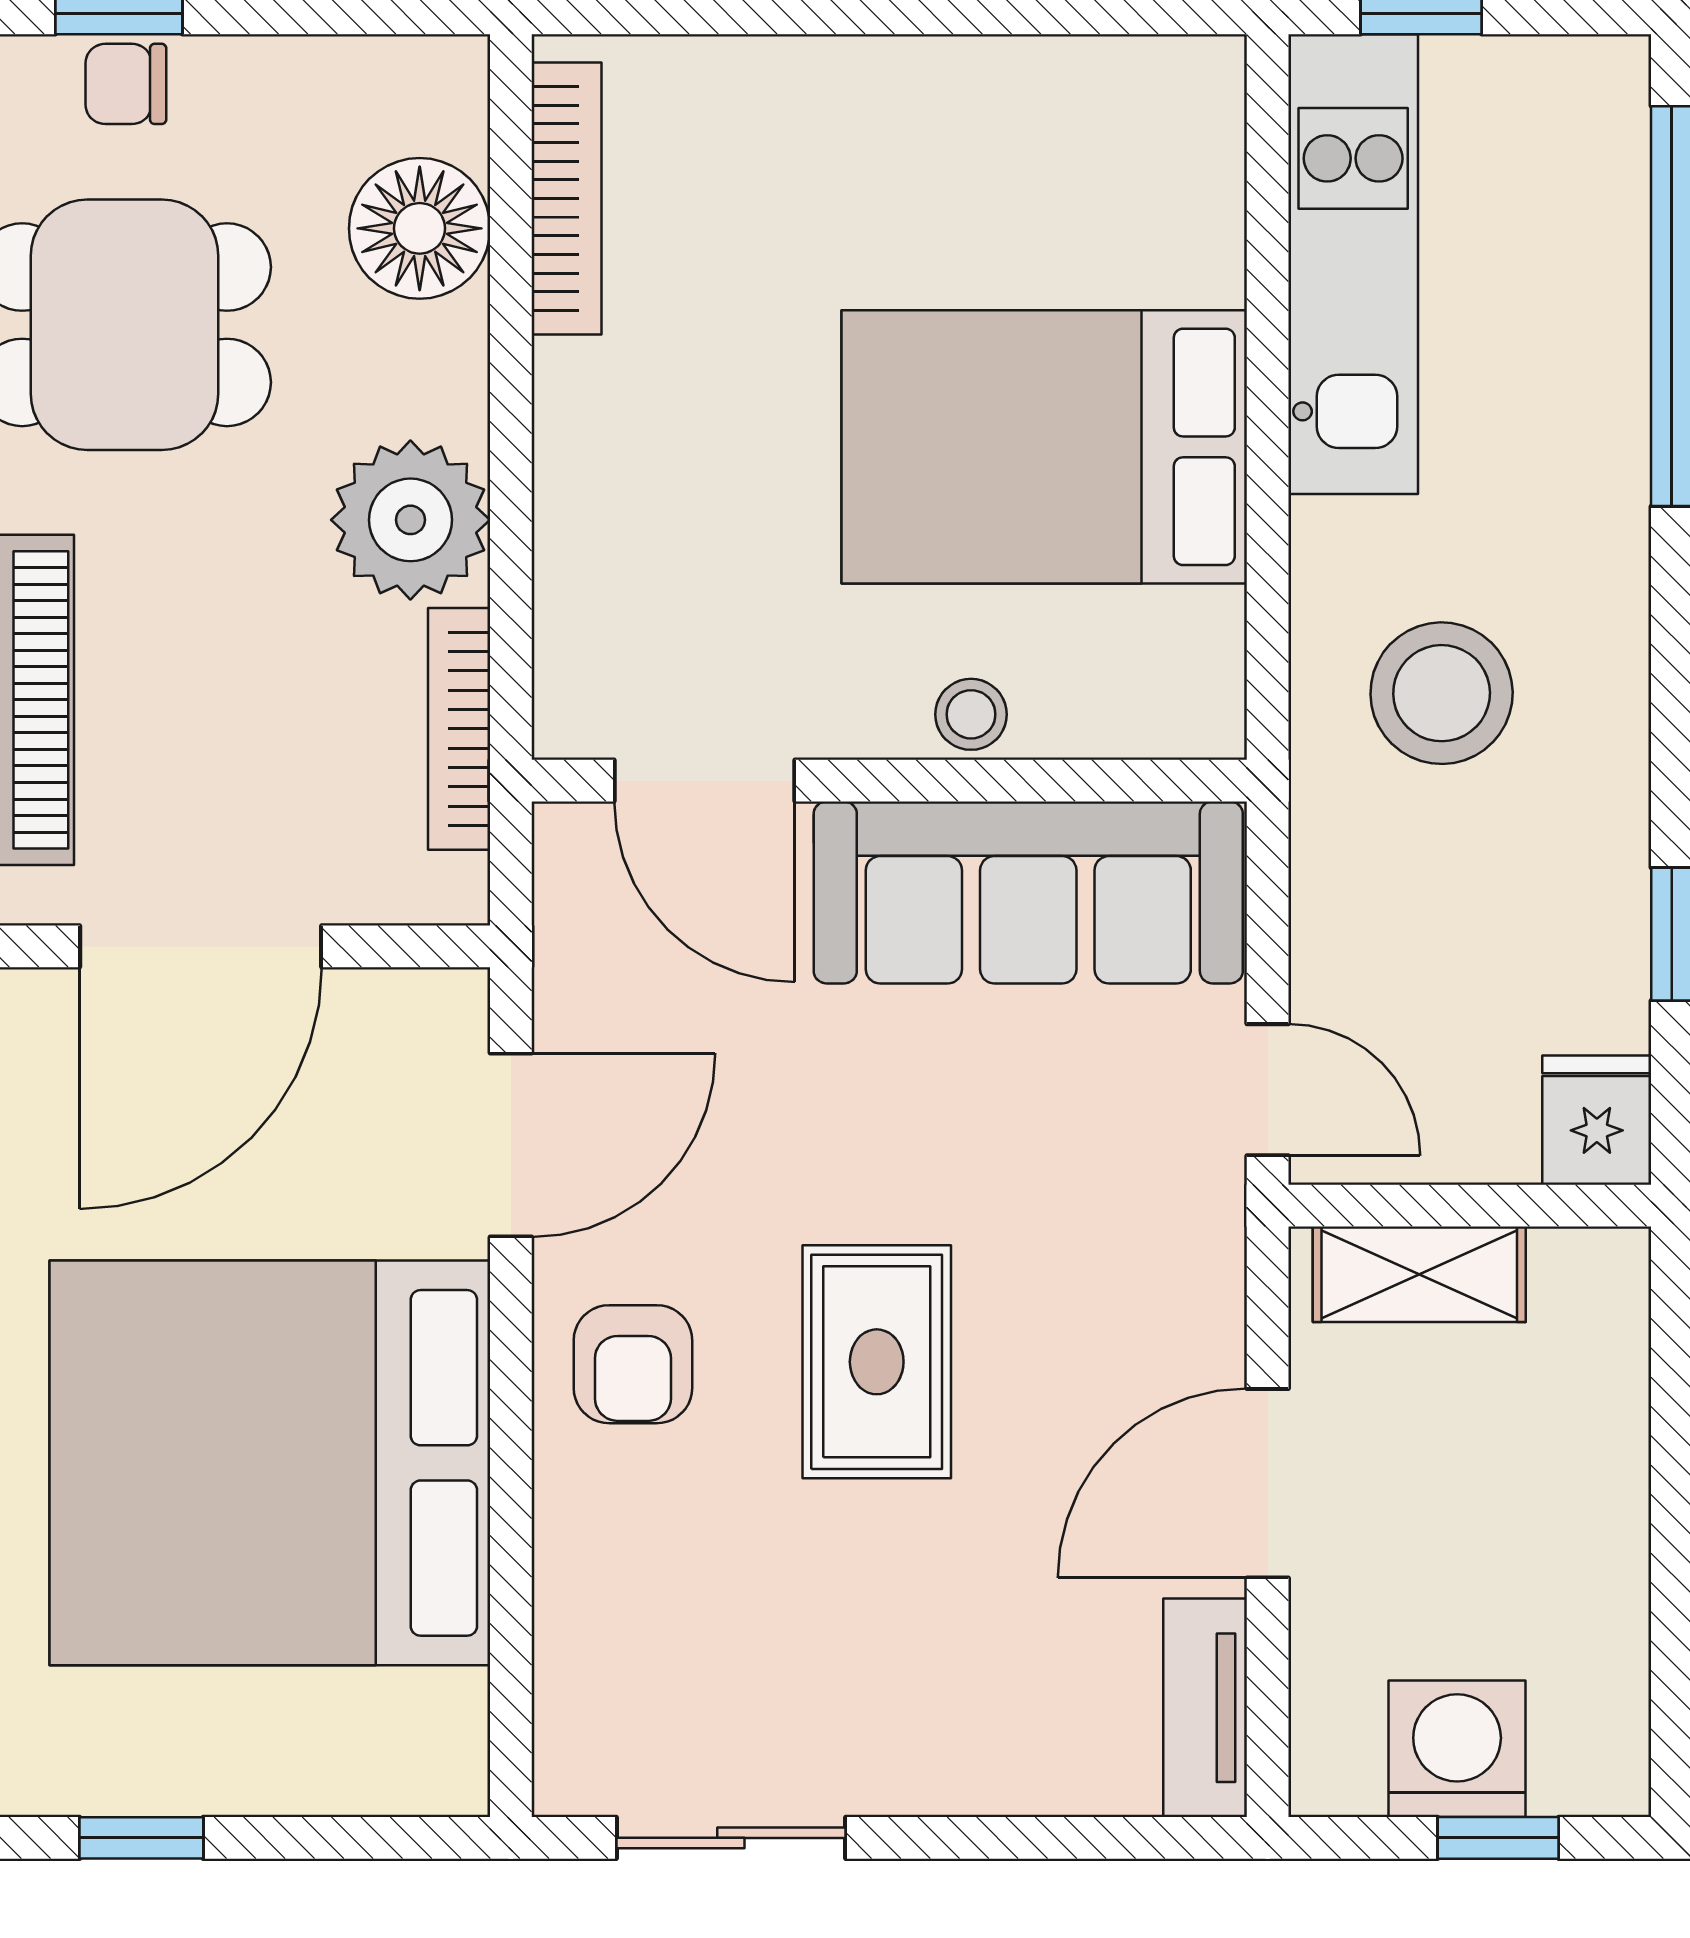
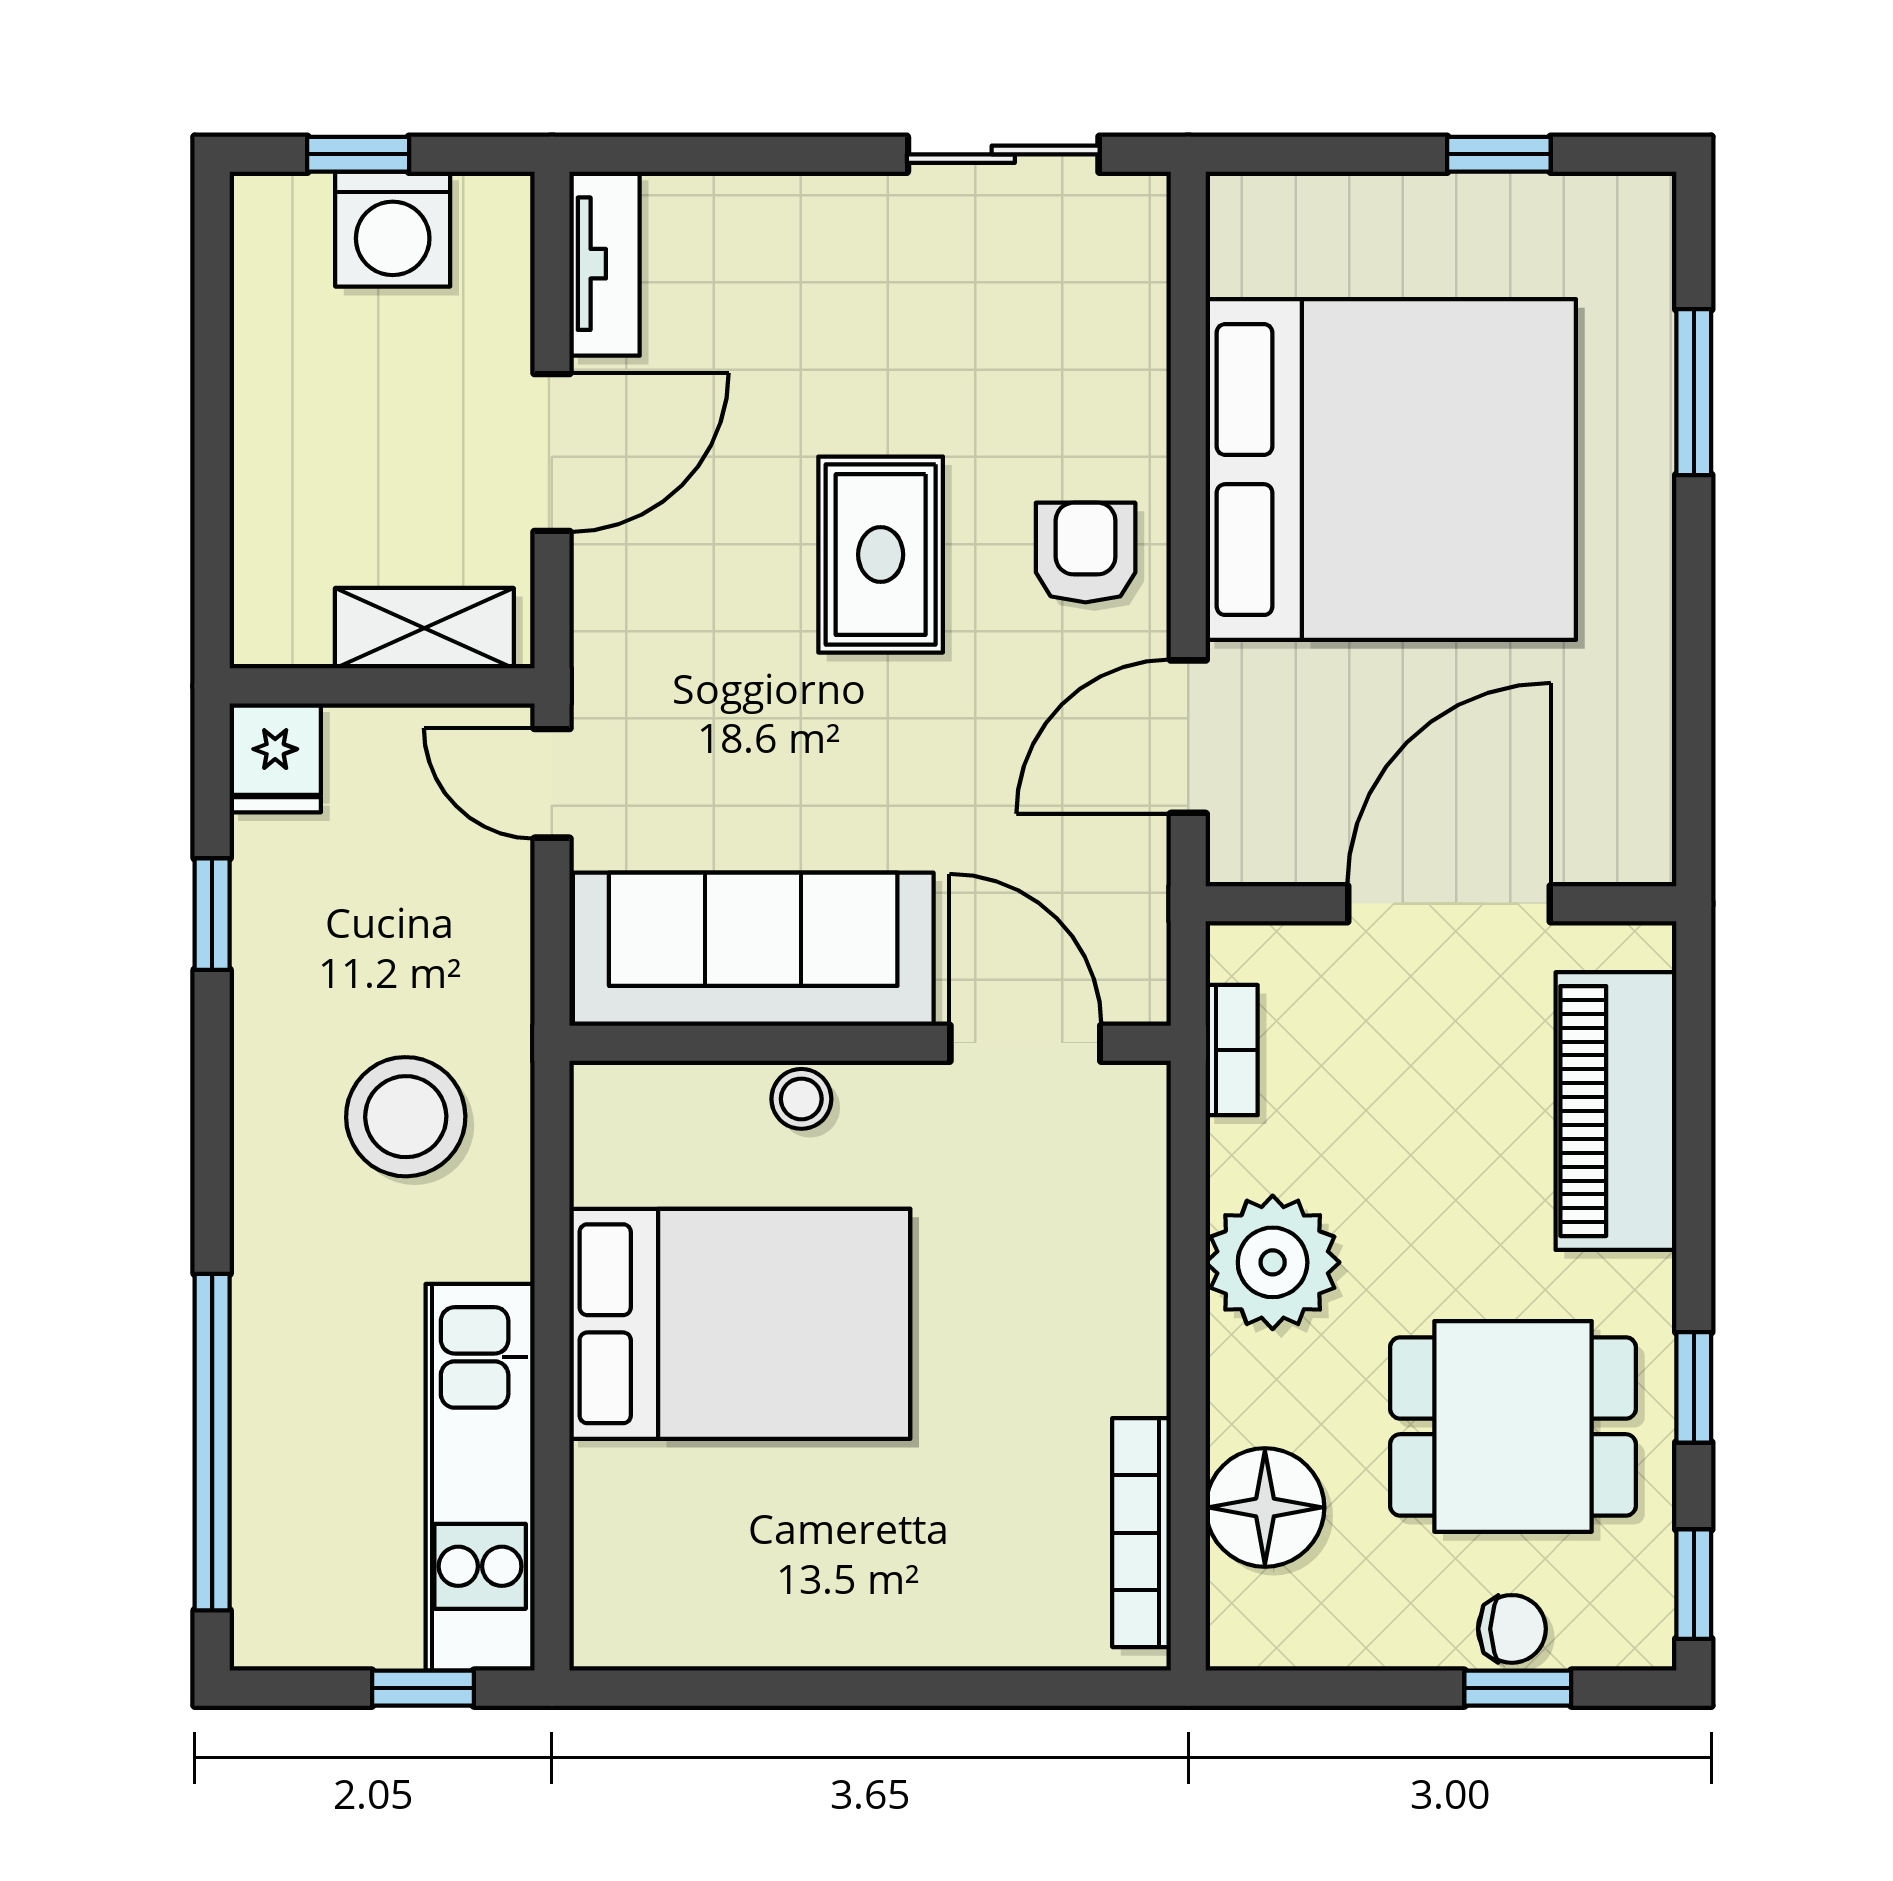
bookcase: (459, 729) -> (1232, 1050), width x0.64

